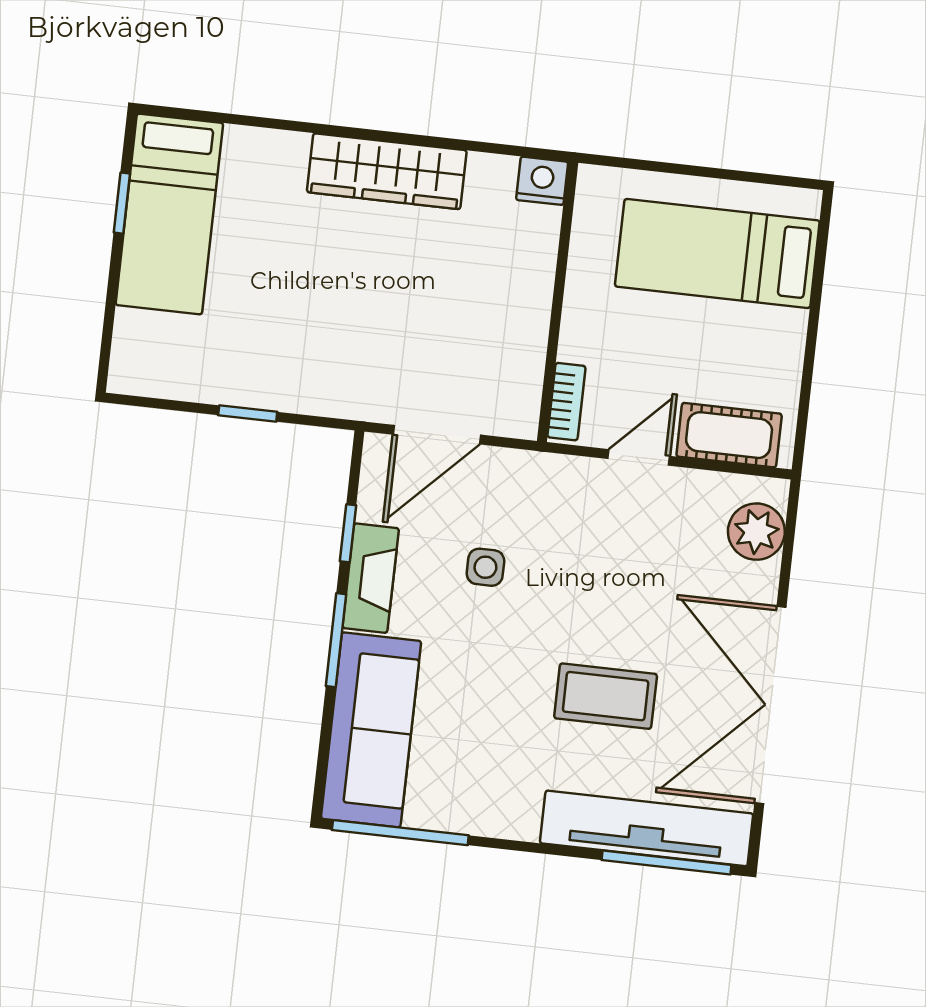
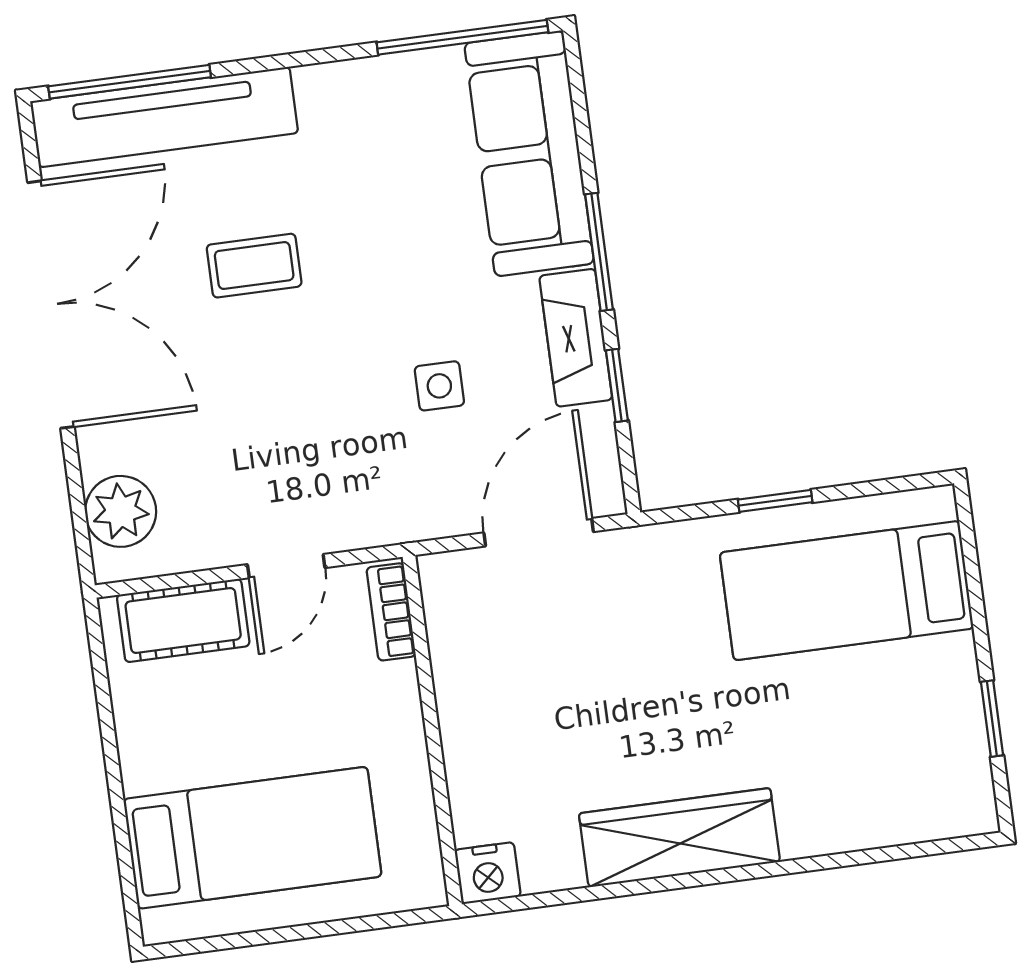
bed: (169, 214) -> (847, 591), moved, turned -90
coffee table: (606, 696) -> (254, 266), width x0.73, depth x0.77

